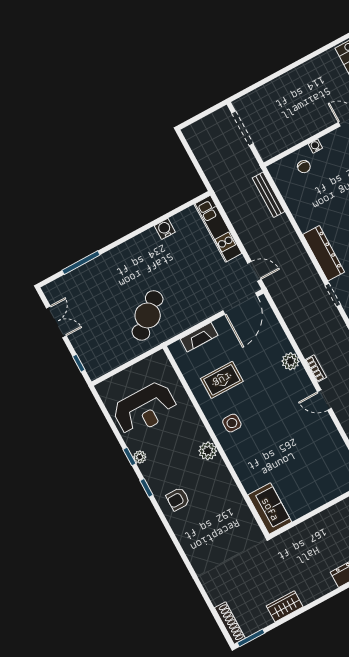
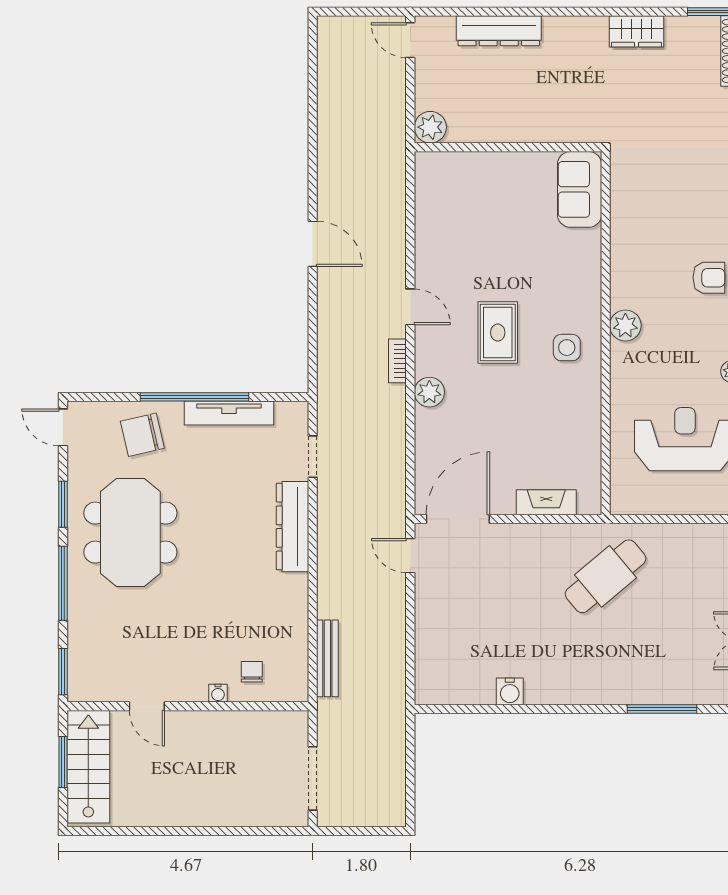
kitchen unit: (218, 229) -> (430, 649), removed
rug: (222, 380) -> (498, 333), moved, turned 90

